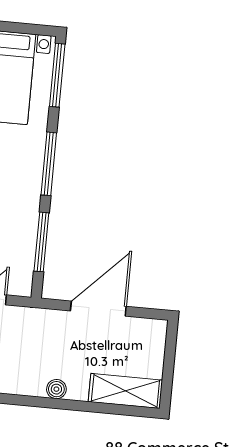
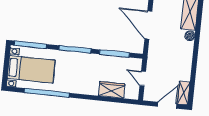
boiler: (56, 389) -> (190, 36), moved

